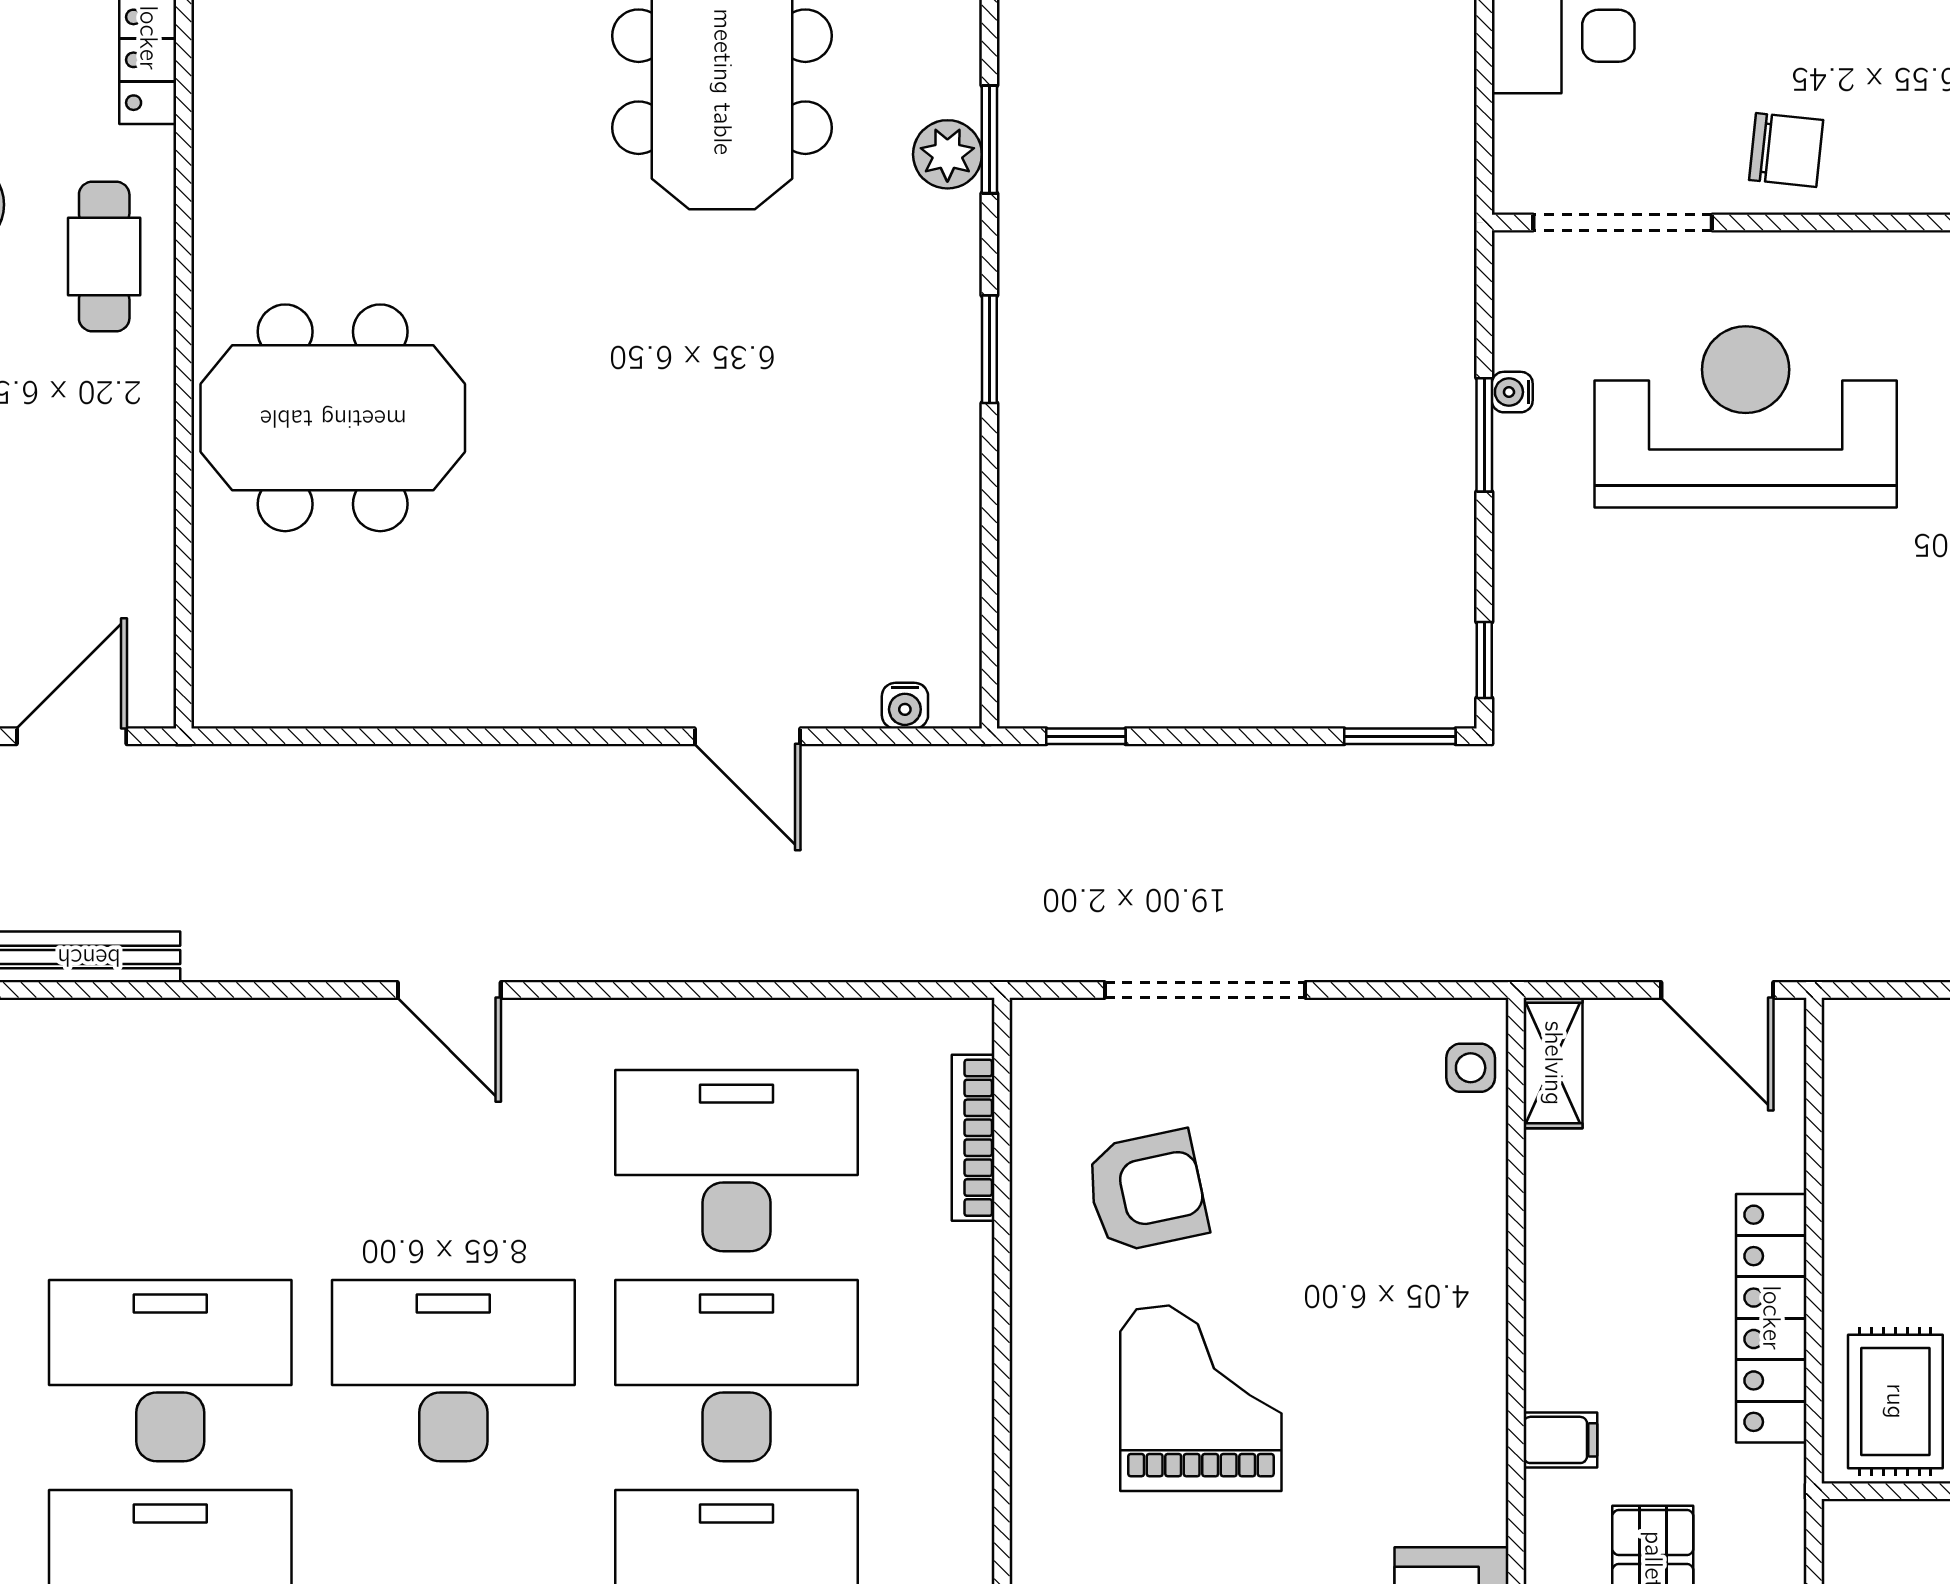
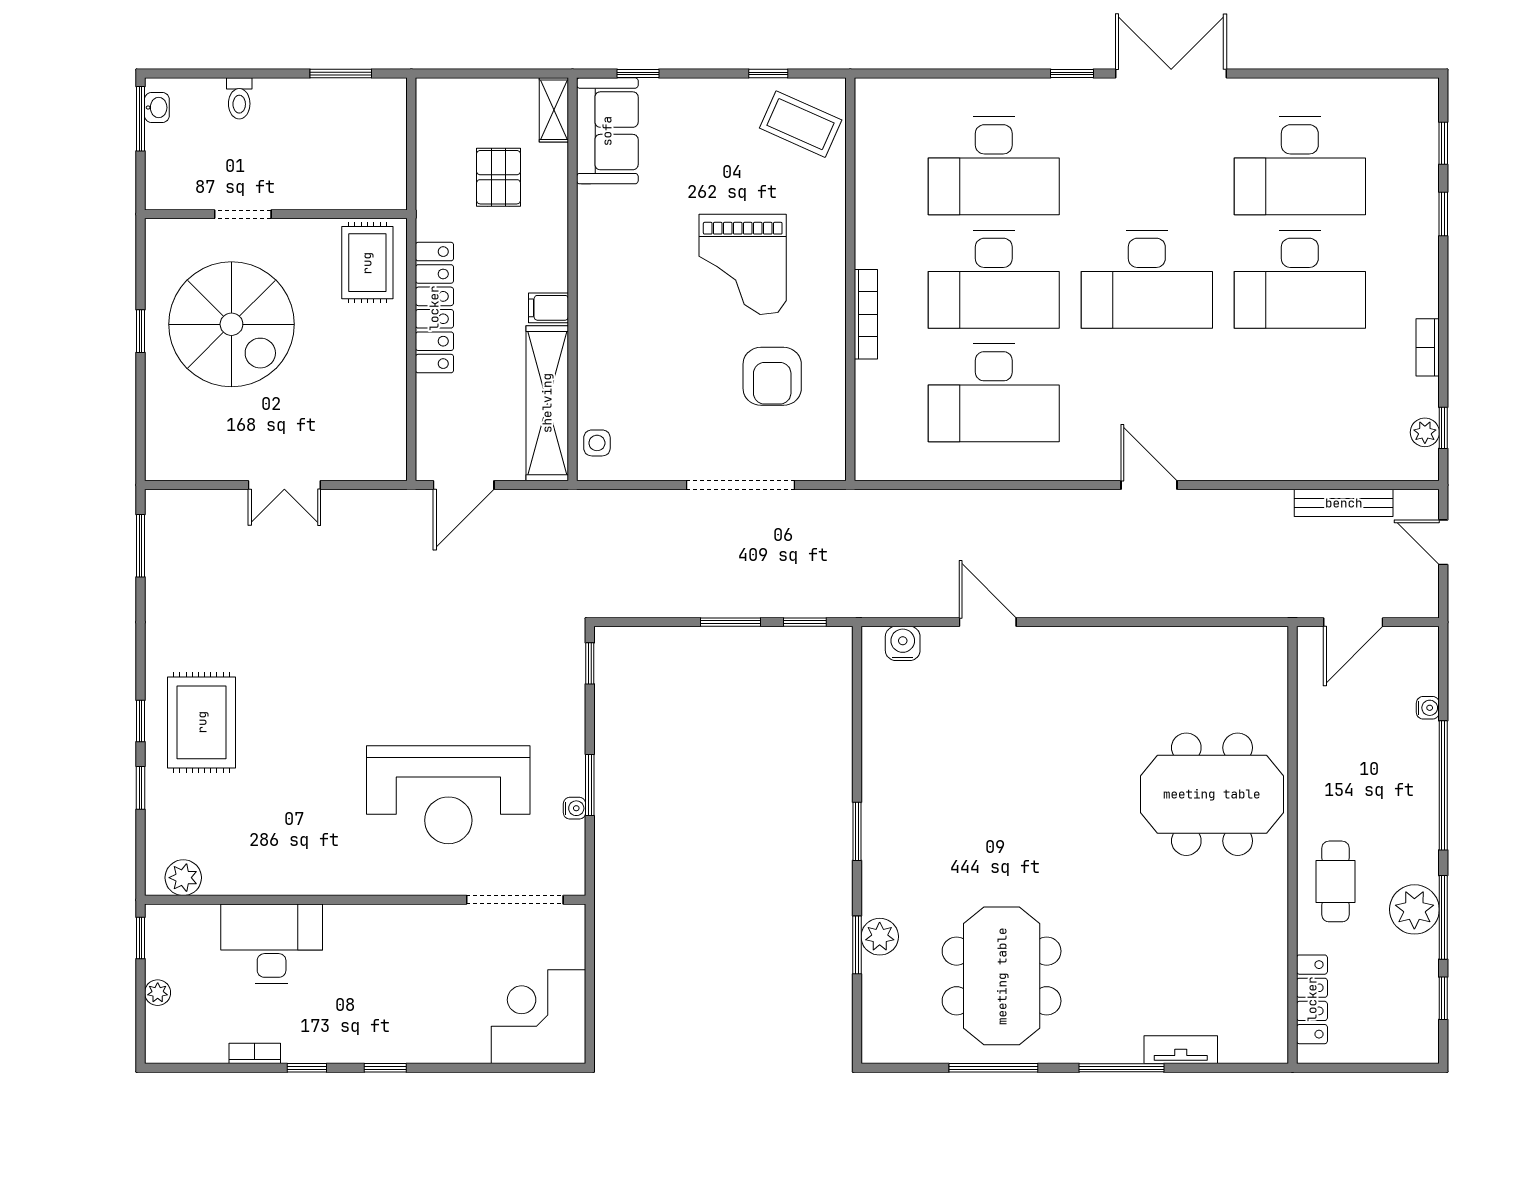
chair: (1786, 150) -> (426, 939), removed
water cooler: (905, 706) -> (903, 643), width x1.38, depth x1.38
window: (1400, 736) -> (730, 622), moved
door: (1717, 990) -> (464, 485), swing flipped
shelving: (1553, 1063) -> (547, 403), width x2.20, depth x1.33
bookcase: (973, 1138) -> (866, 314), moved
armchair: (1146, 1191) -> (772, 376), turned -78
filing cabinet: (1560, 1440) -> (548, 308), moved

